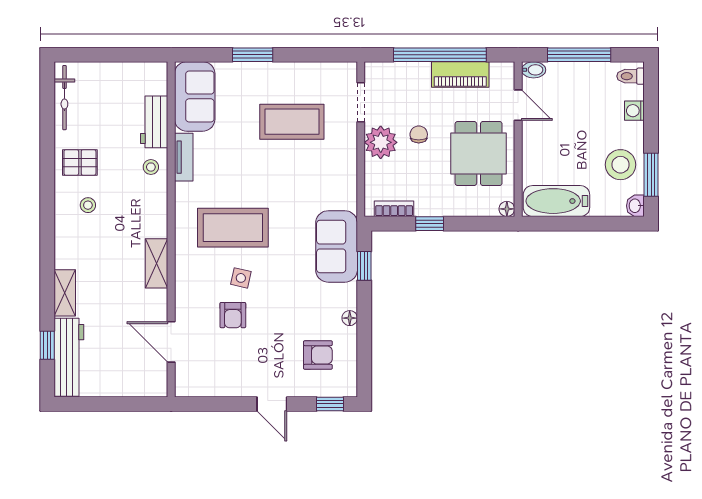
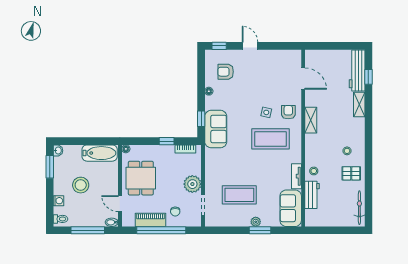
plant: (261, 71) -> (256, 222), added
chair: (419, 134) -> (175, 212), moved
stool: (621, 165) -> (81, 185), moved
armchair: (233, 315) -> (288, 112), moved

